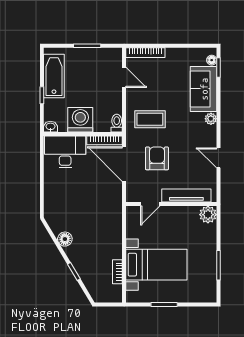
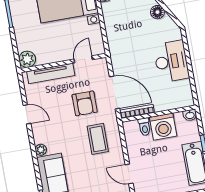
coffee table: (150, 119) -> (98, 139), turned 90
toilet: (117, 123) -> (144, 127), moved
desk: (65, 152) -> (171, 61), moved, turned -90

